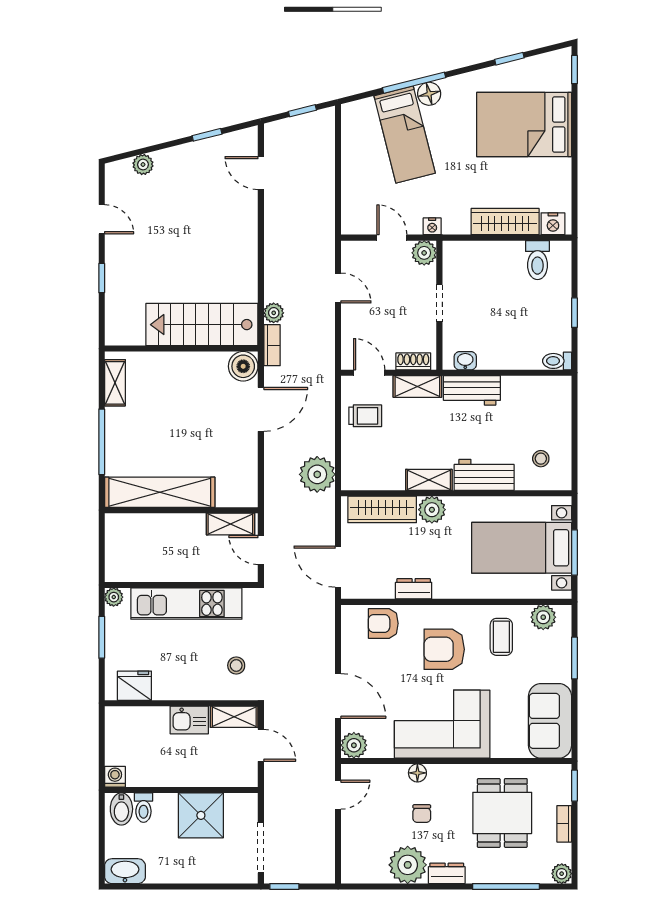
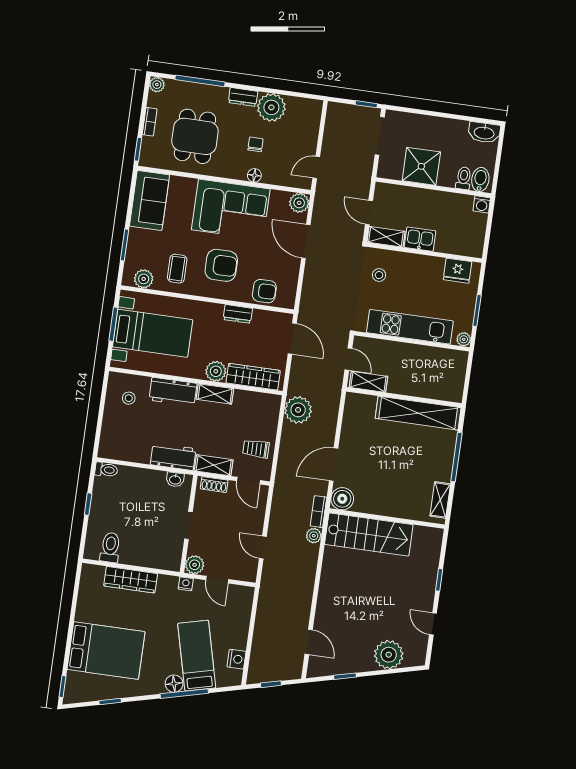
plant: (143, 165) -> (389, 655), width x1.87, depth x1.87
nightstand: (553, 224) -> (237, 659), moved, turned 90

